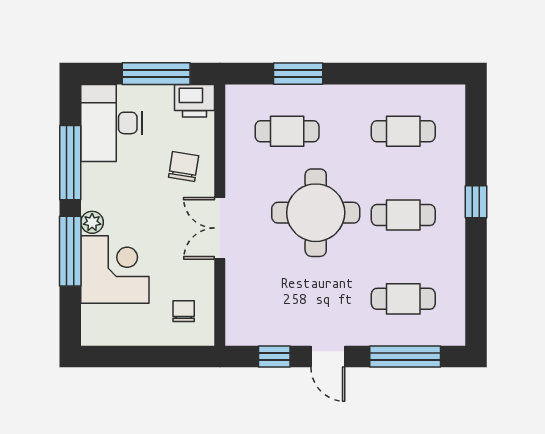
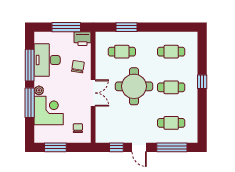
desk: (111, 123) -> (47, 60), moved
double door: (220, 228) -> (93, 93), swing flipped
window: (131, 356) -> (55, 147), added

